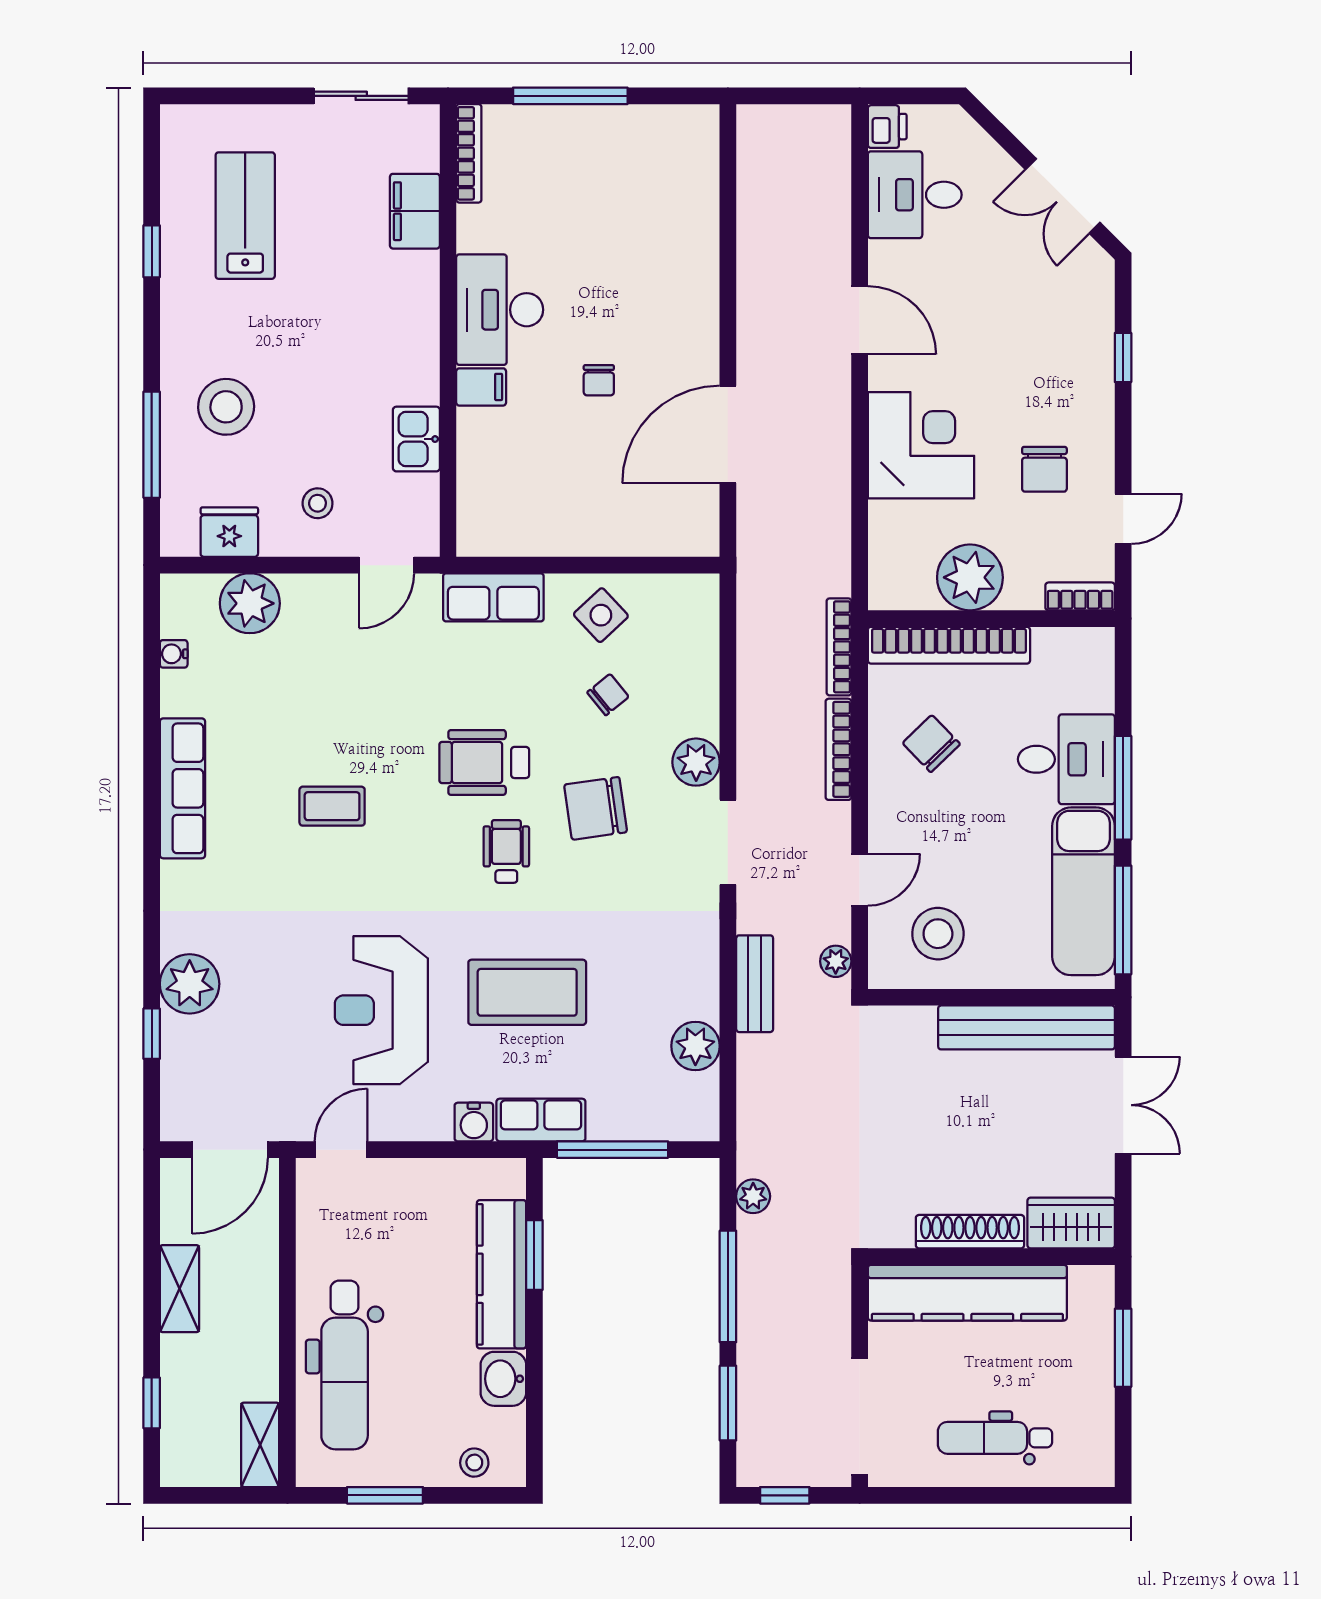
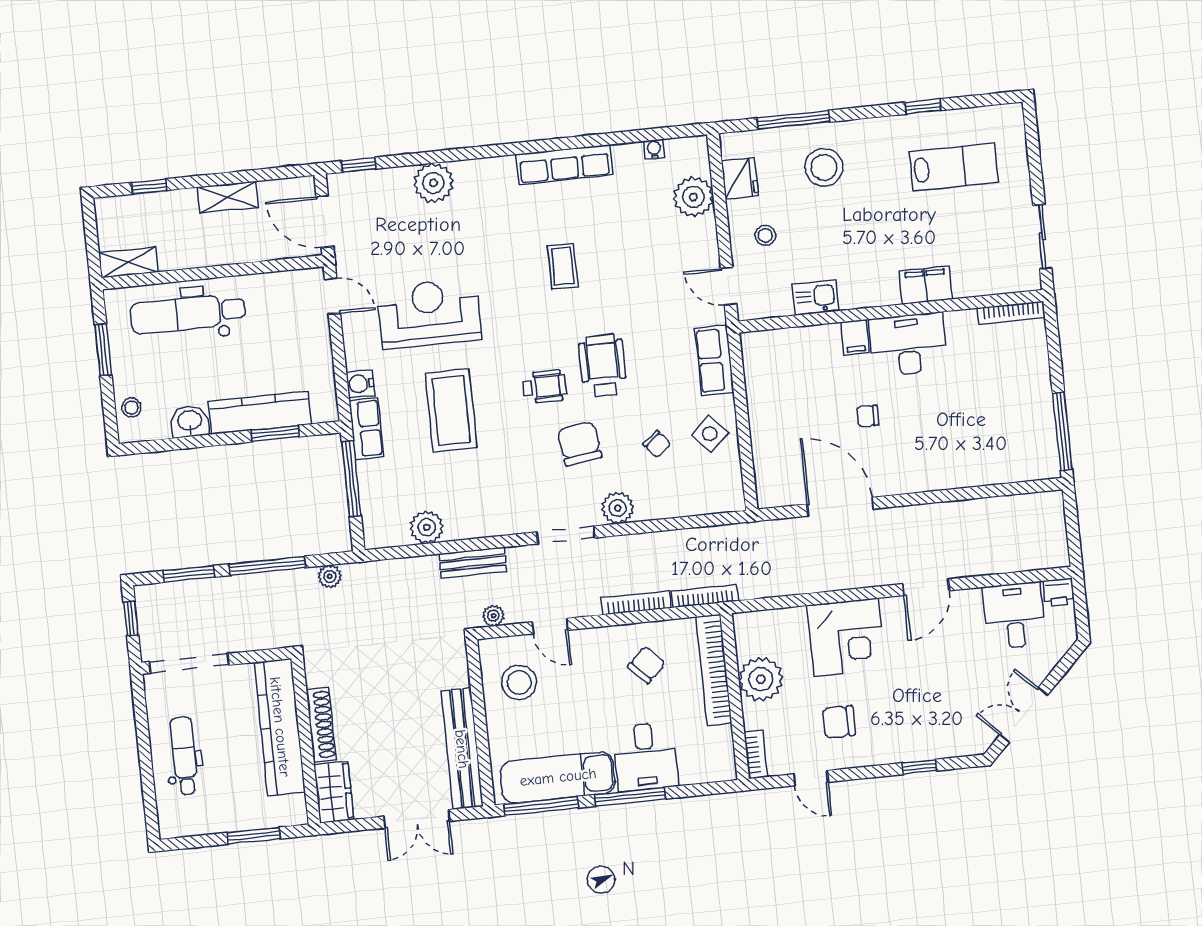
window: (570, 96) -> (1062, 431), moved
filing cabinet: (415, 211) -> (926, 285), moved
window: (152, 1034) -> (359, 165), moved

